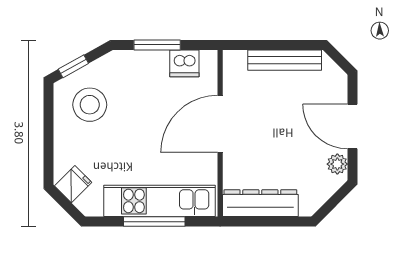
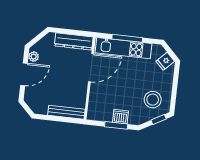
bench: (285, 60) -> (66, 112), moved
dishwasher: (184, 63) -> (120, 117), moved
door: (220, 124) -> (91, 68), moved
door: (353, 126) -> (24, 74), hinge flipped

